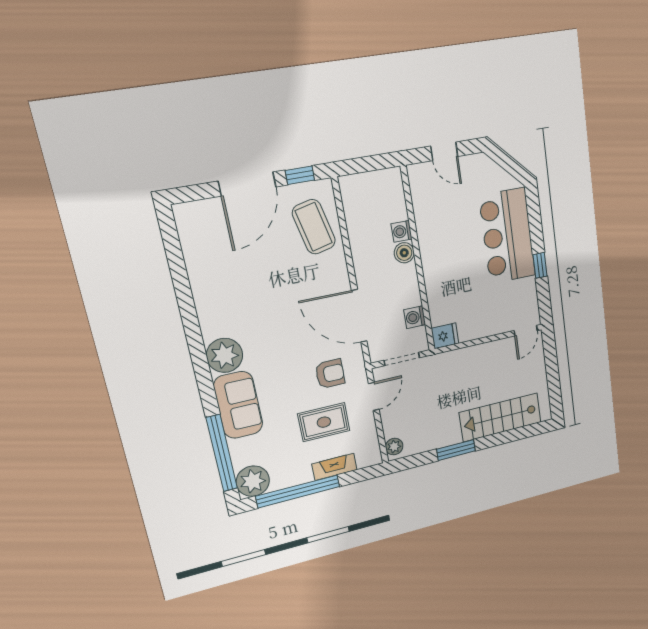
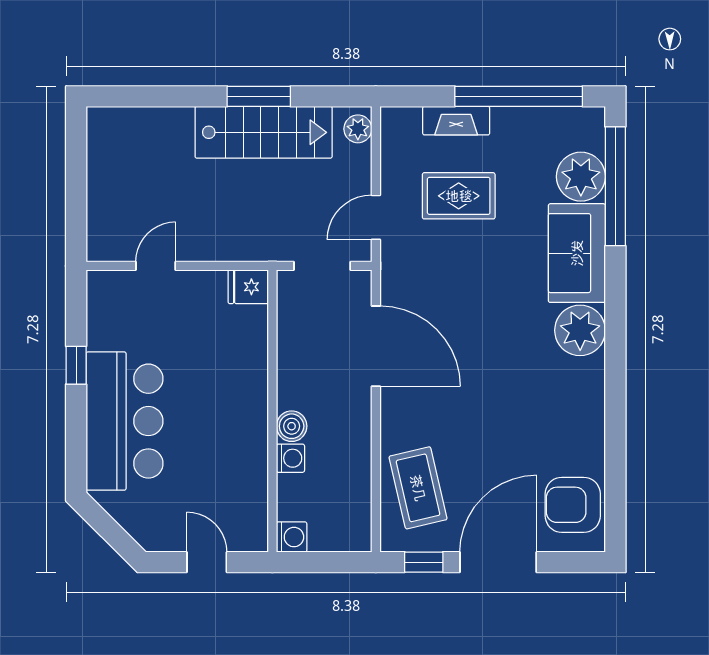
washing machine: (415, 317) -> (292, 537), moved
door: (526, 331) -> (156, 266), moved
armchair: (330, 374) -> (573, 505), moved, width x1.38, depth x1.38
stairs: (500, 417) -> (264, 132), moved
plant: (253, 481) -> (581, 177), moved

